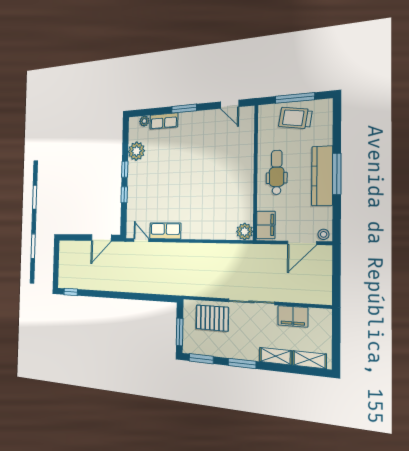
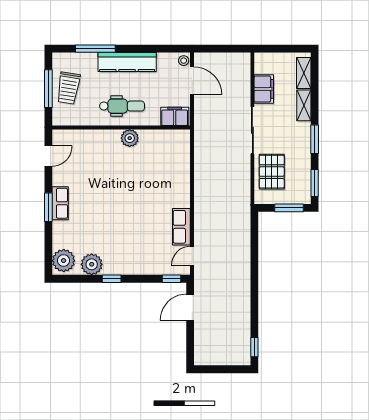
plant: (144, 121) -> (64, 261), width x1.87, depth x1.87
row of seats: (164, 121) -> (60, 203), moved
dental chair: (277, 172) -> (122, 106), turned 180
window: (337, 174) -> (95, 49), moved
window: (124, 195) -> (171, 279), moved
plant: (245, 231) -> (130, 138), moved
door: (101, 238) -> (190, 307), swing flipped

